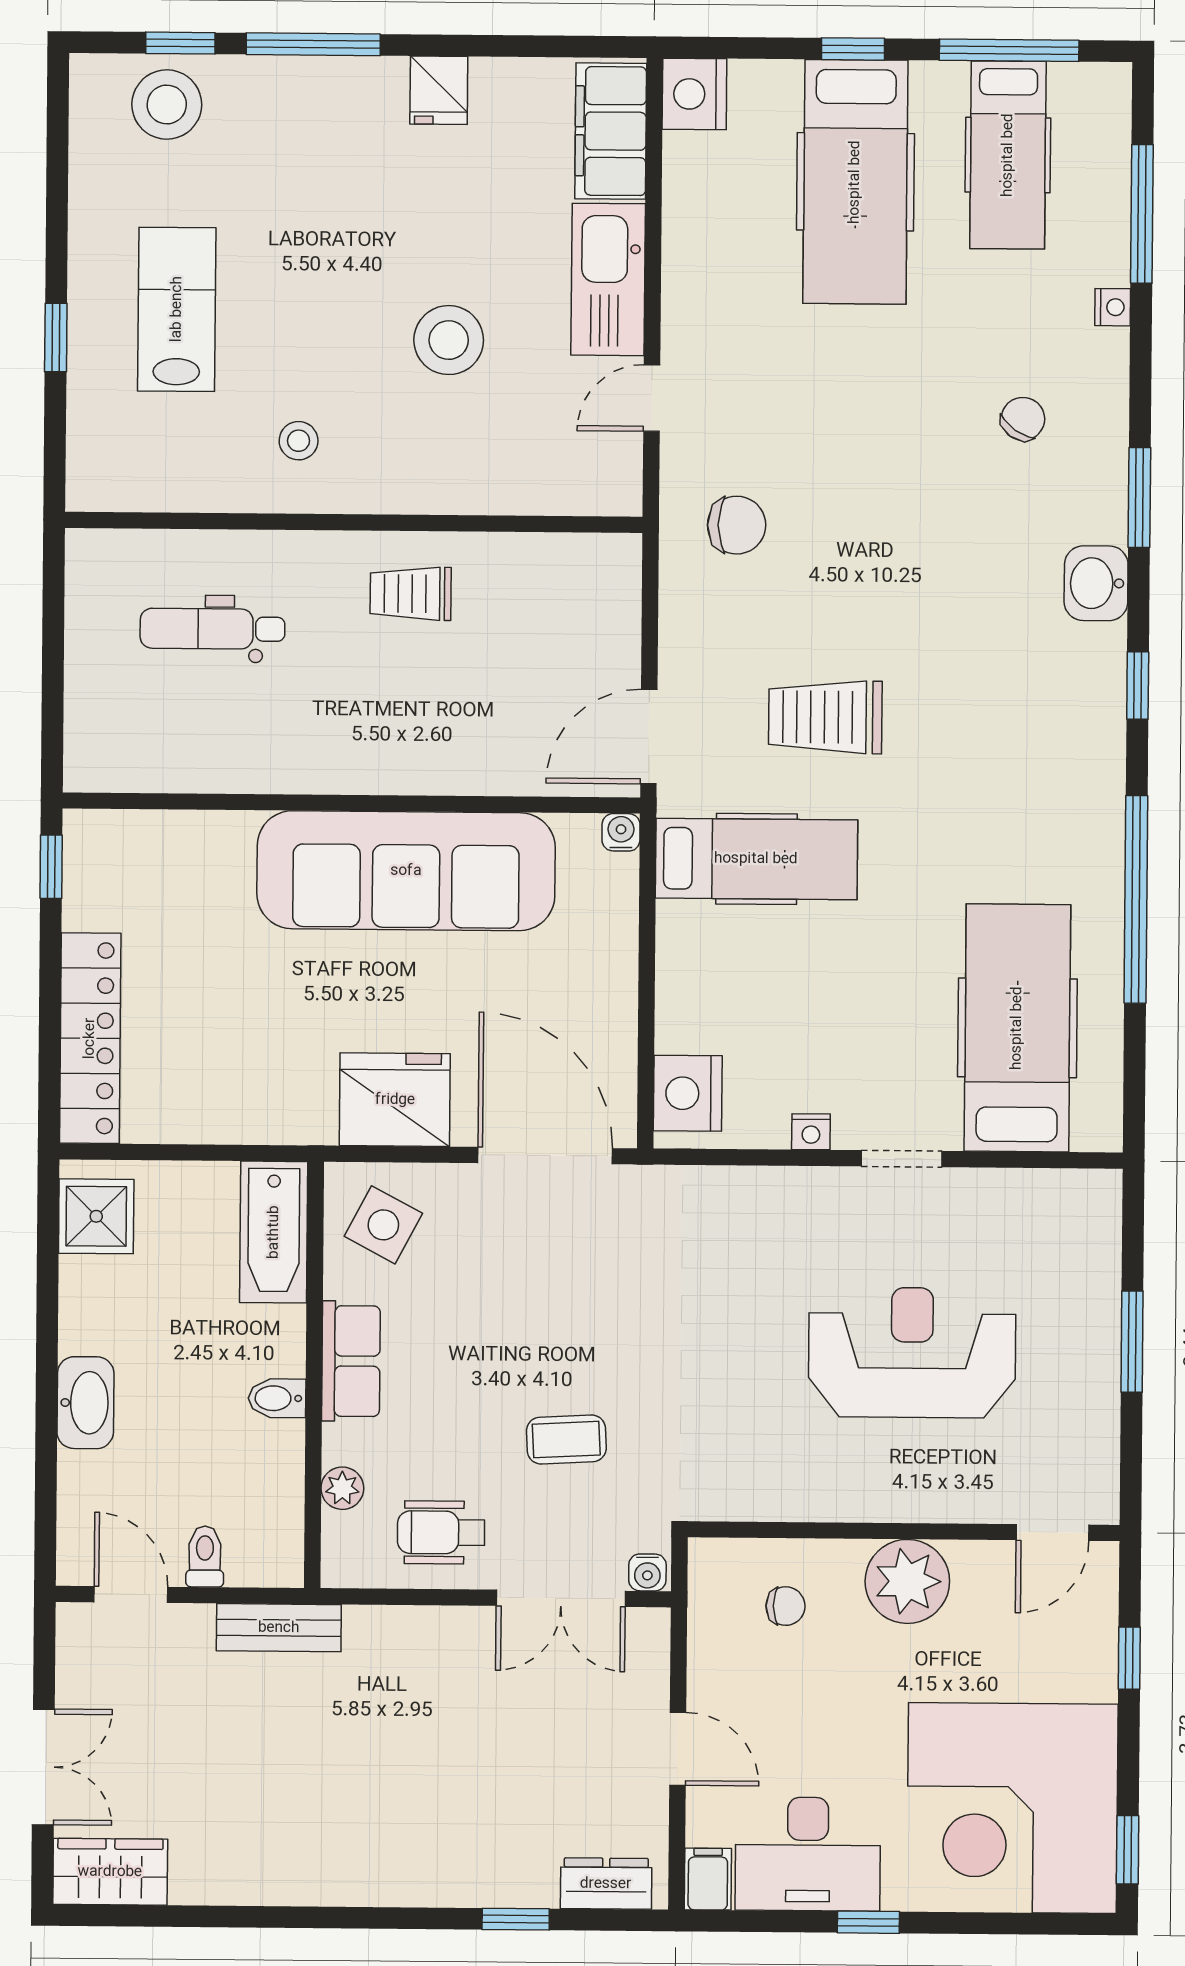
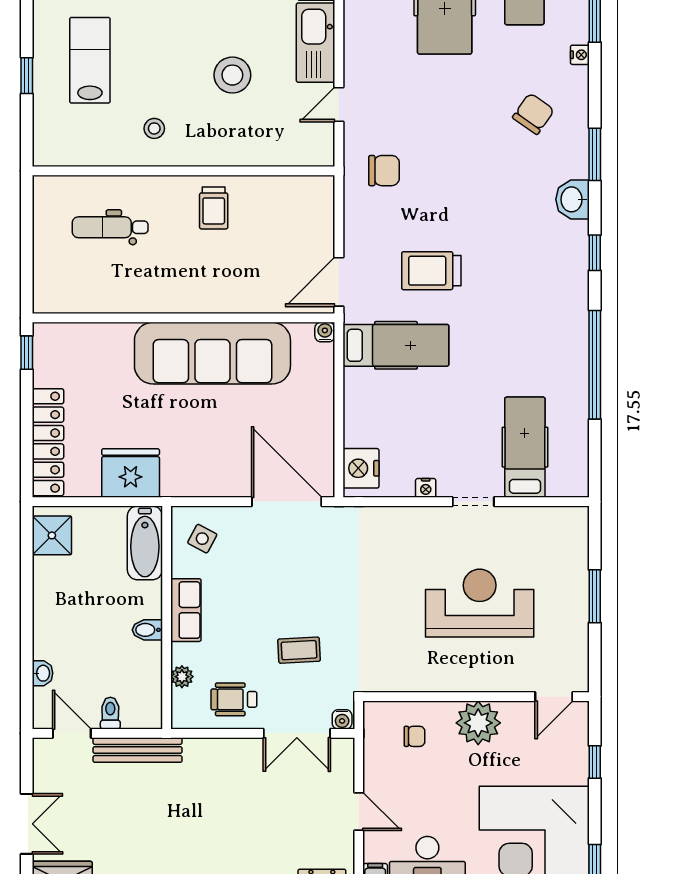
chair: (1023, 419) -> (533, 114), width x1.37, depth x1.37
trolley: (411, 594) -> (214, 208), turned -90
hospital bed: (1017, 1028) -> (525, 447), width x0.73, depth x0.78
fridge: (395, 1100) -> (131, 473), moved
side table: (383, 1225) -> (202, 539), width x0.73, depth x0.73
washbasin: (85, 1403) -> (43, 673), moved, width x0.52, depth x0.69
bench: (279, 1628) -> (138, 750), width x1.36

